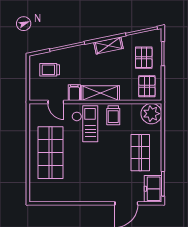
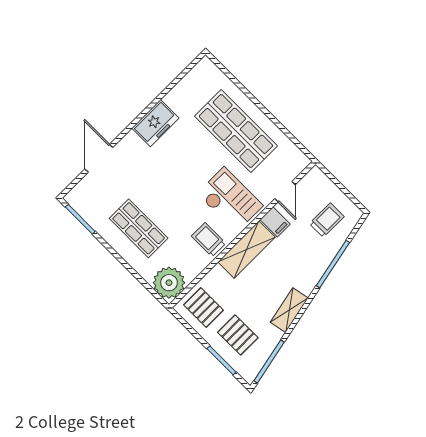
door: (56, 102) -> (285, 192), swing flipped
checkout: (85, 124) -> (230, 200), turned 180
freezer: (153, 189) -> (155, 123), moved, turned 90

